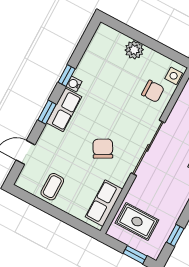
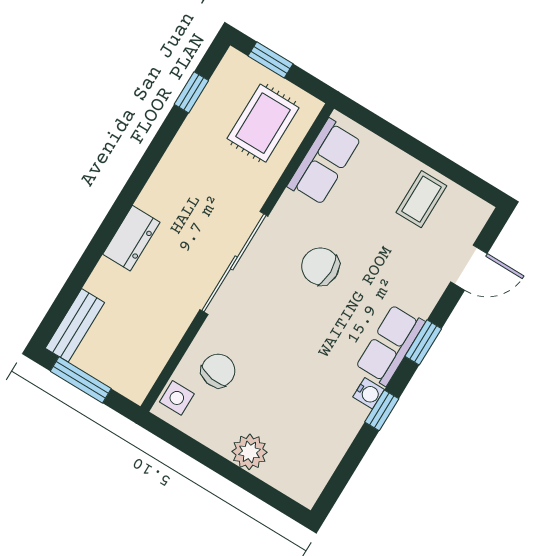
chair: (153, 91) -> (218, 371), turned 99
chair: (103, 149) -> (320, 266), turned 119
rug: (137, 221) -> (263, 123), turned 90

